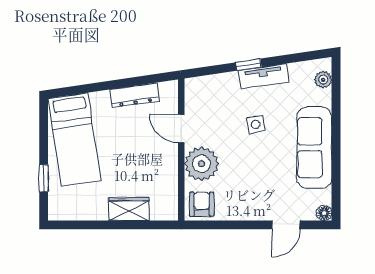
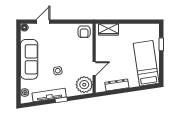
tv unit: (263, 76) -> (49, 95), width x1.41
door: (181, 129) -> (94, 69), hinge flipped
plant: (201, 164) -> (84, 85), moved
wardrobe: (129, 209) -> (109, 29), moved

